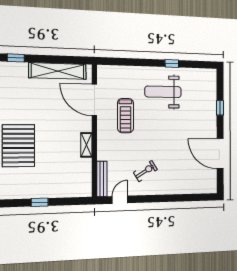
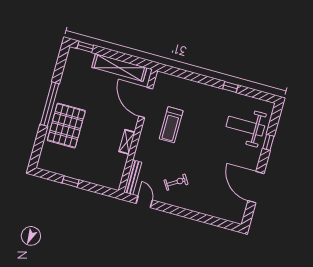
weight bench: (163, 92) -> (245, 126), moved
door: (120, 200) -> (144, 202), hinge flipped

